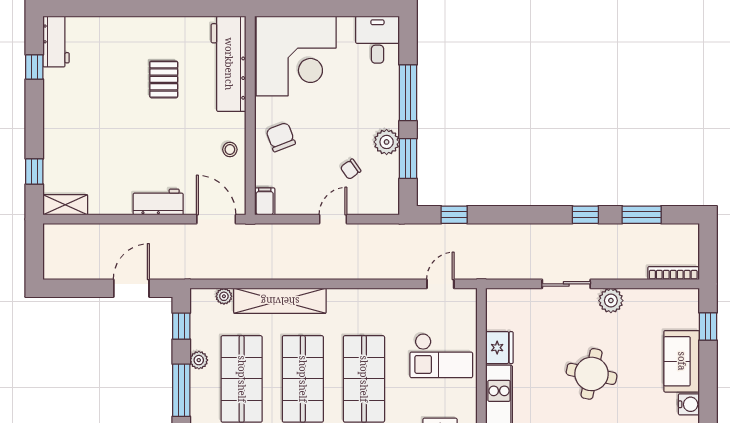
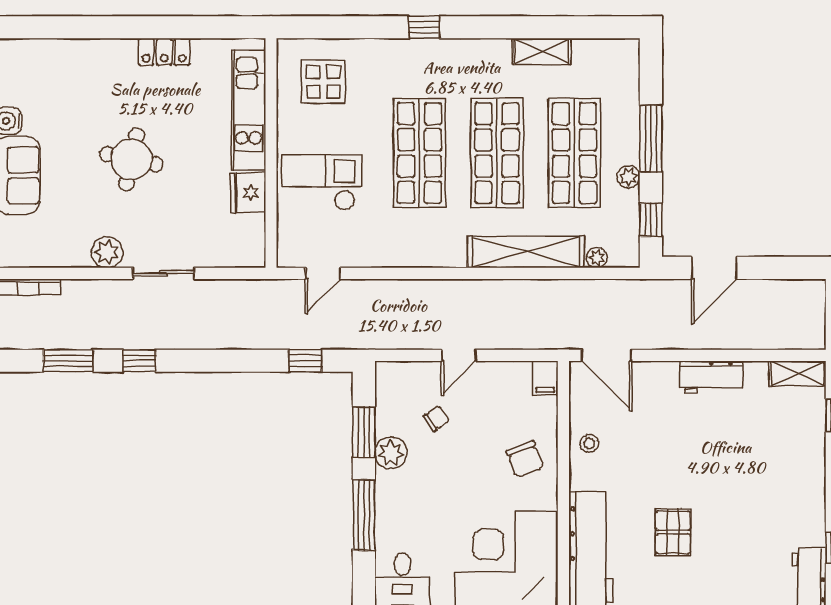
workbench: (158, 202) -> (711, 377), moved

